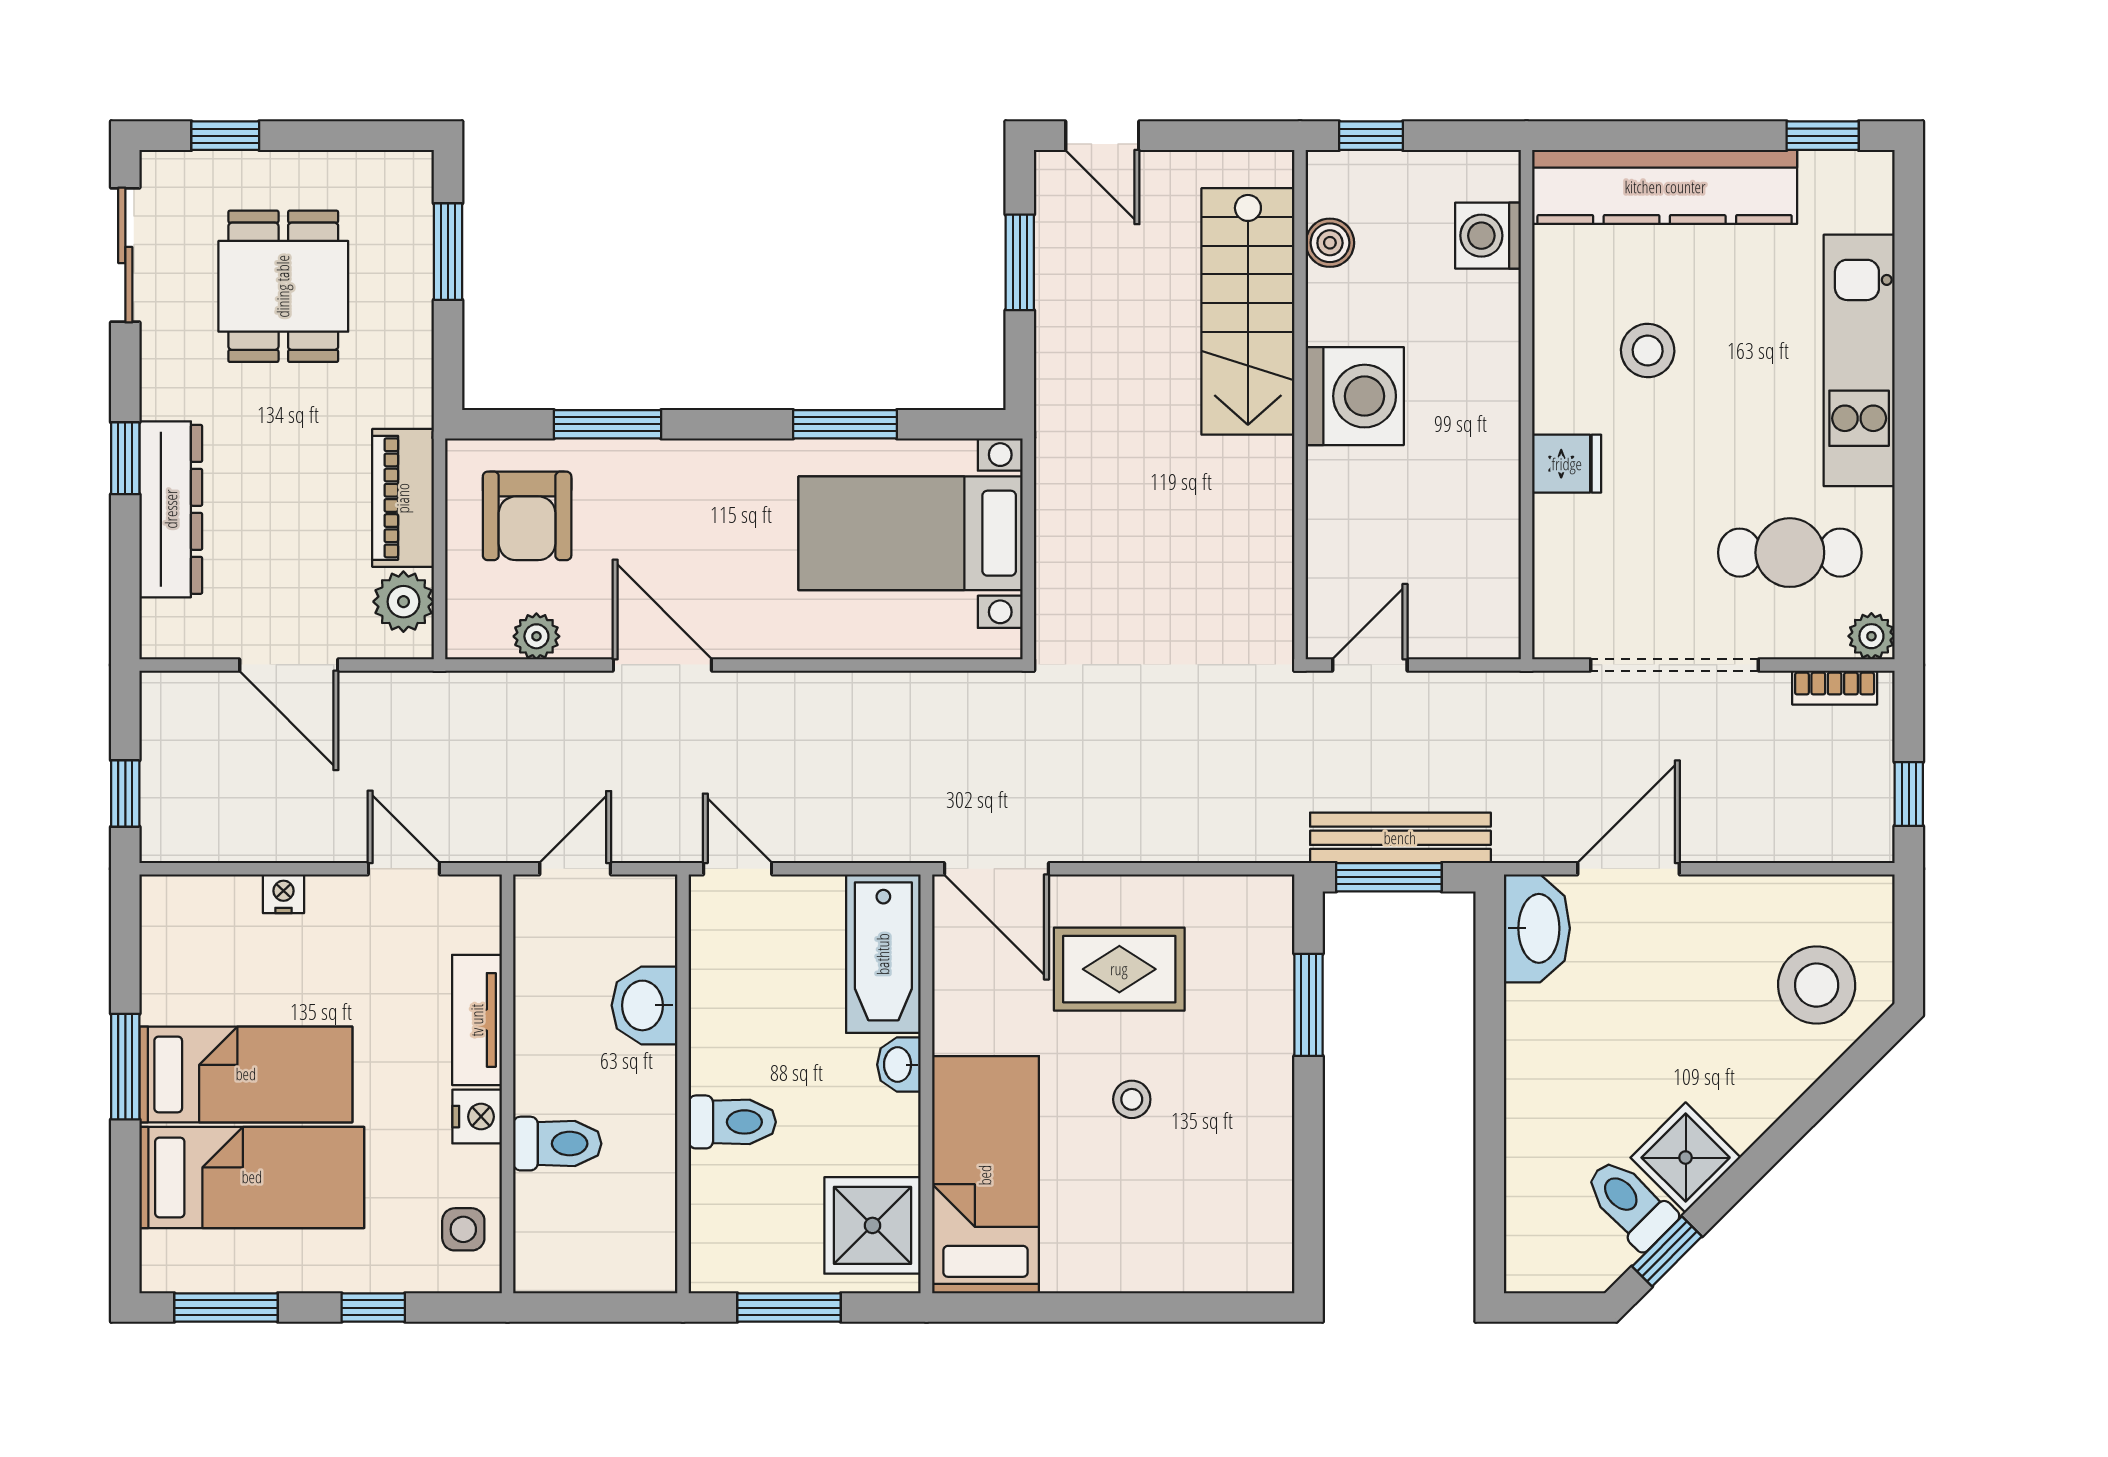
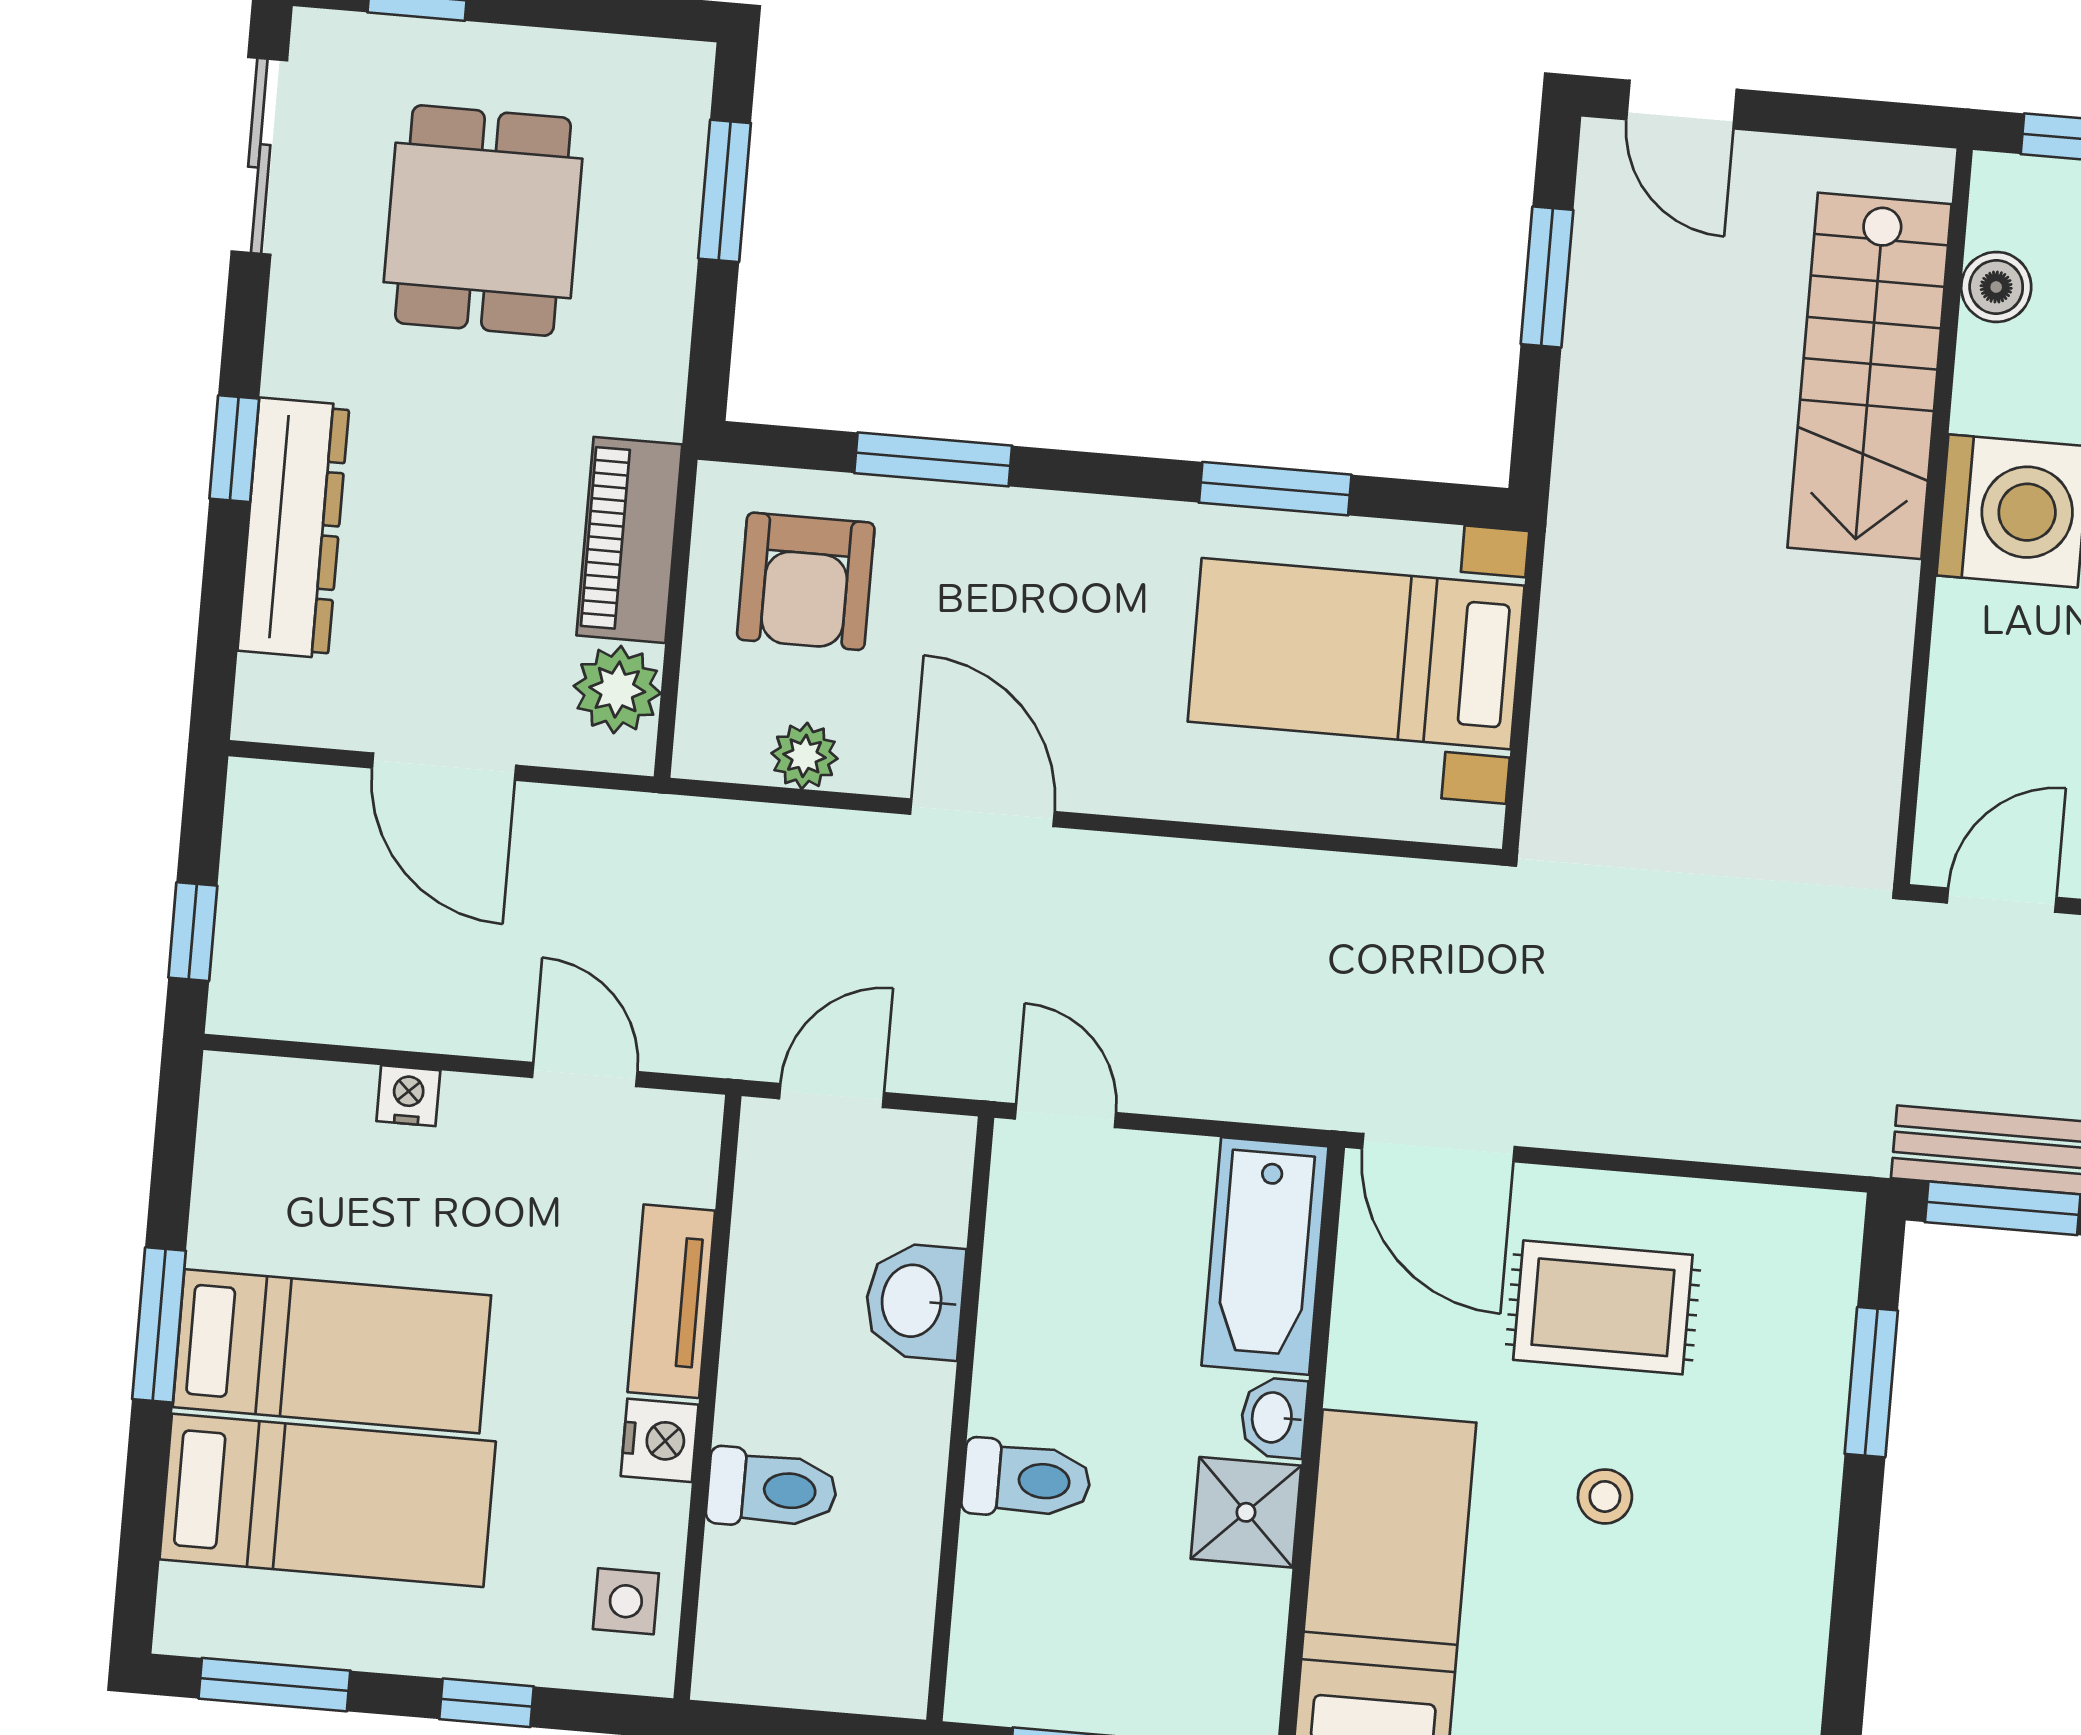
shower: (872, 1225) -> (1246, 1512), moved, width x0.73, depth x0.73

